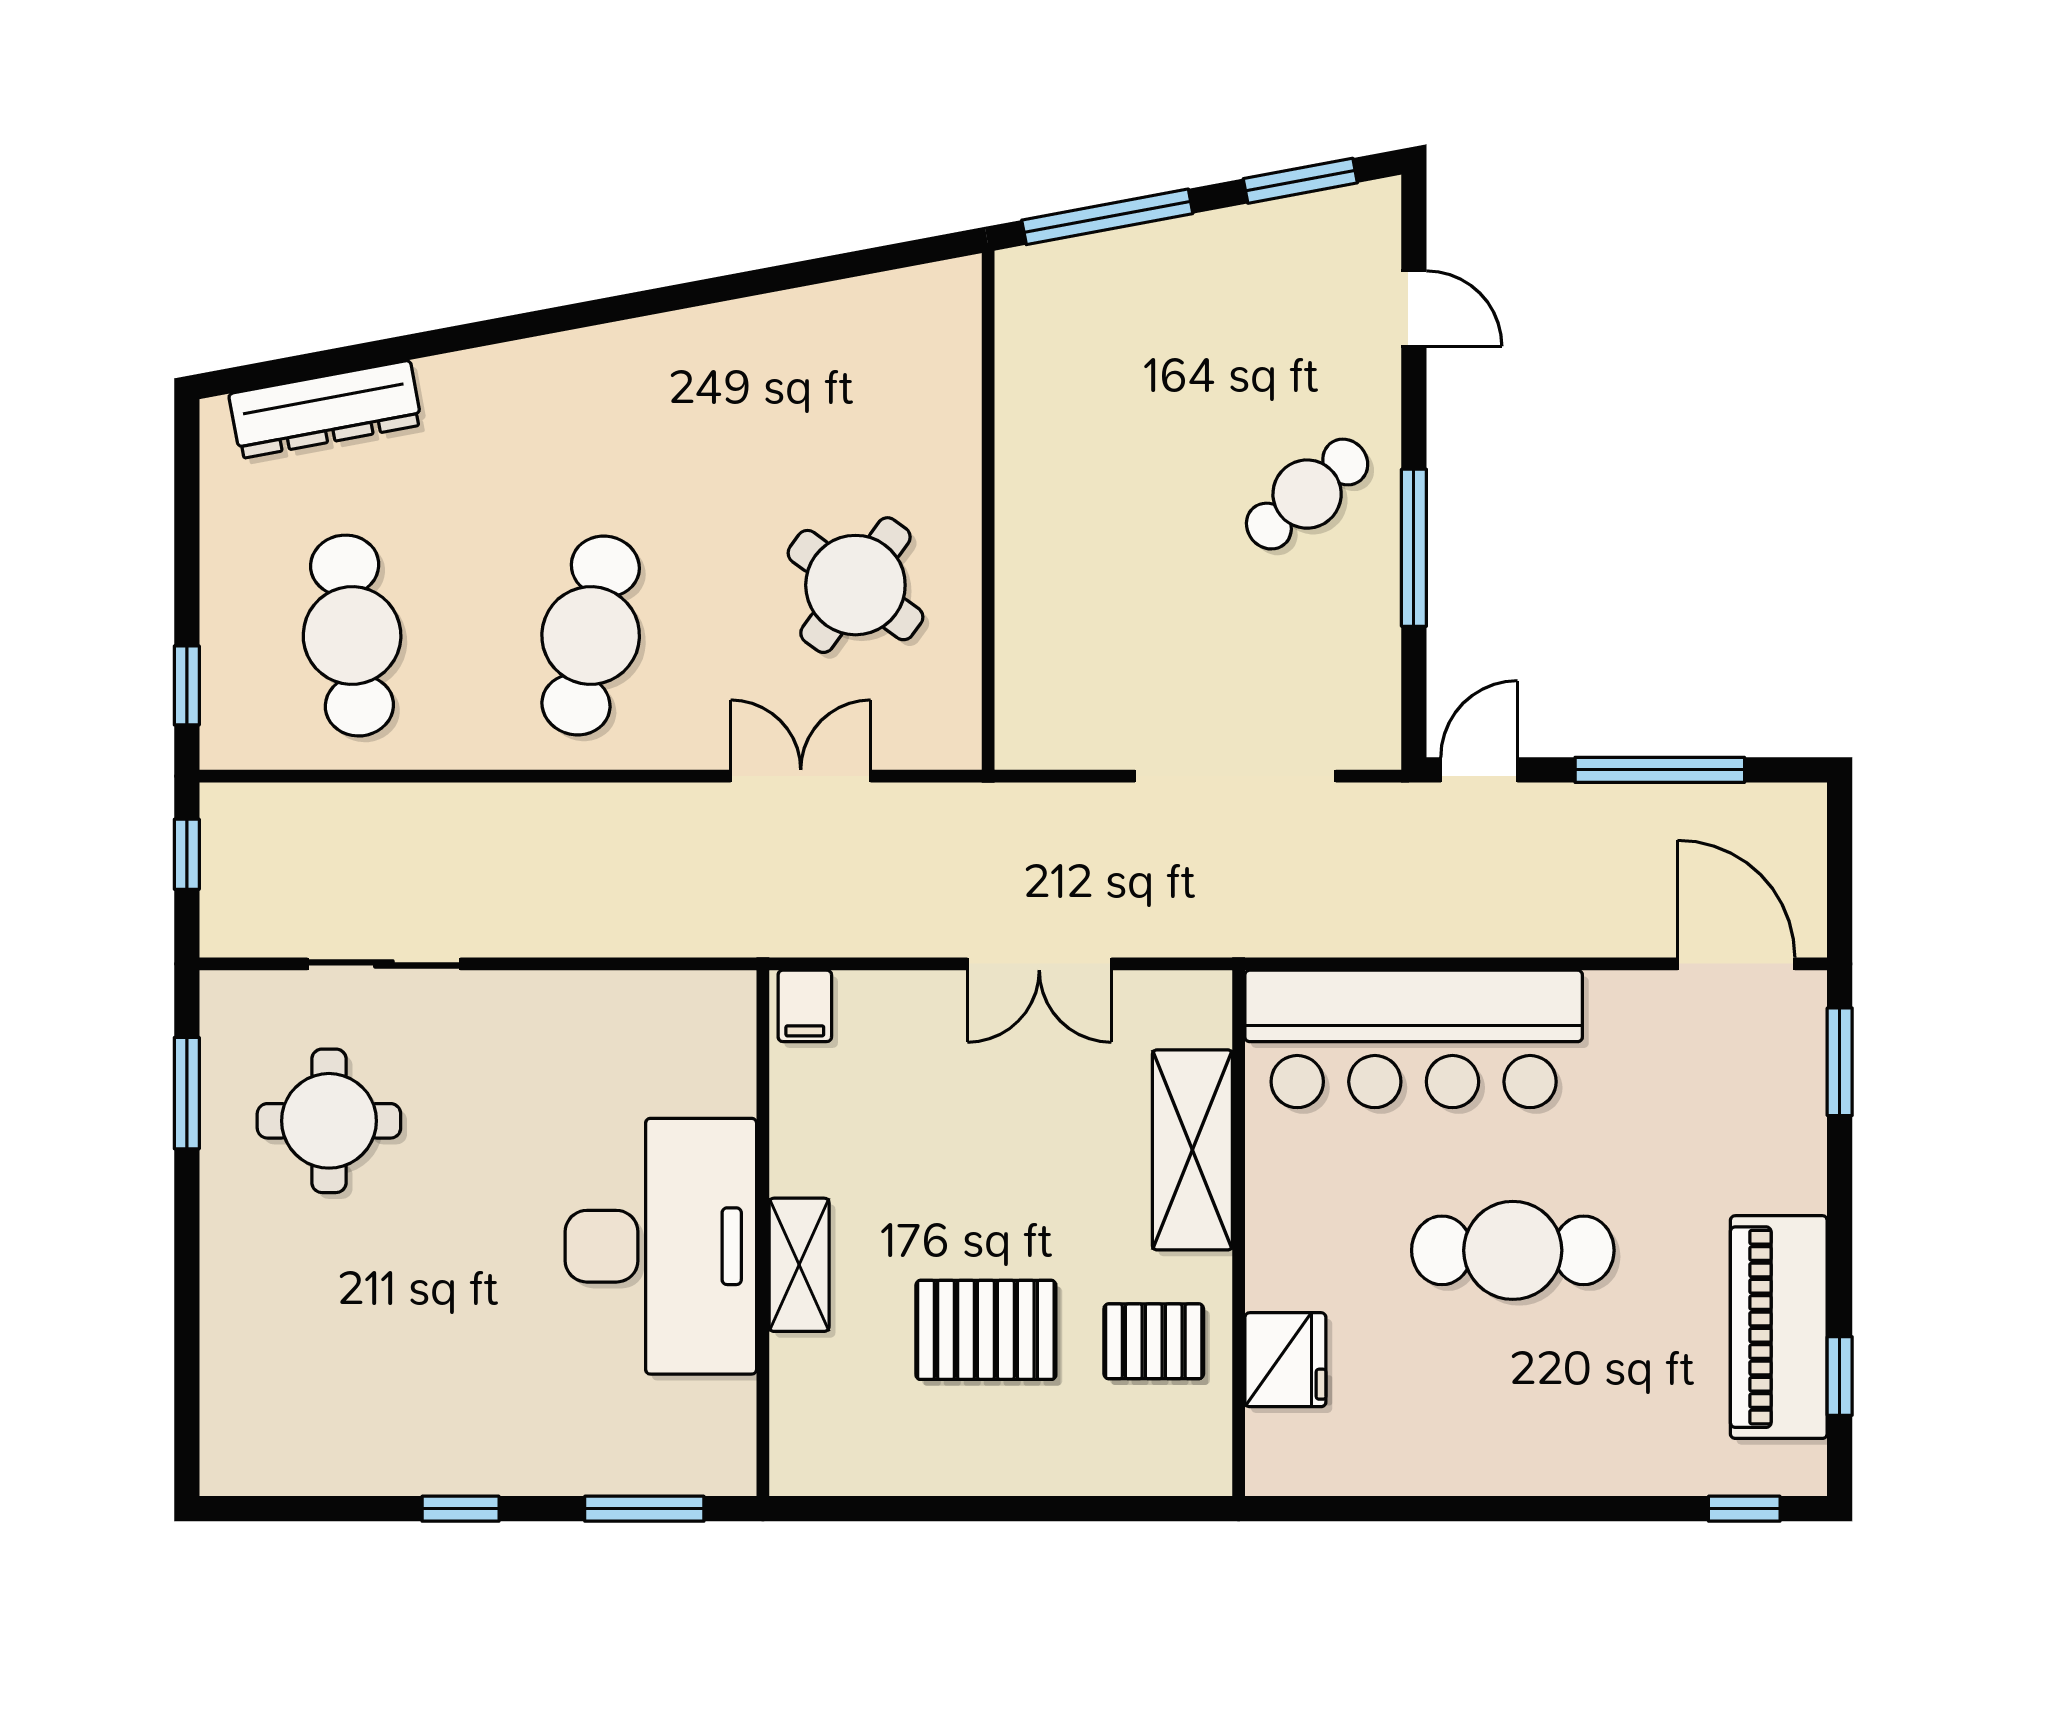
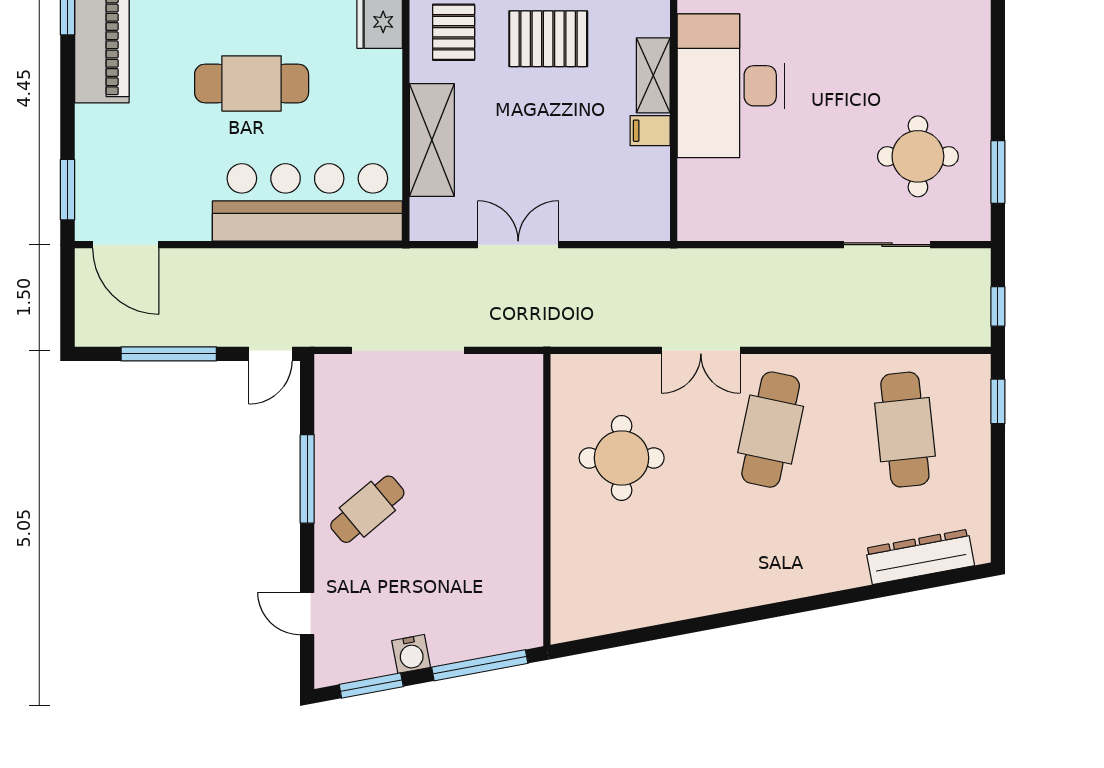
water cooler: (1229, 237) -> (411, 654), added
round table: (855, 585) -> (622, 458), turned -36
double door: (801, 776) -> (701, 350), moved
filing cabinet: (805, 1006) -> (650, 131), moved, turned -90
pallet: (1154, 1341) -> (454, 32), turned 90

